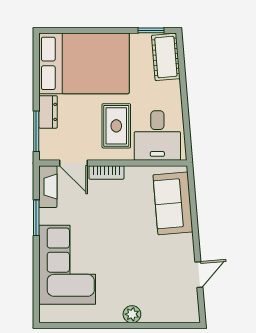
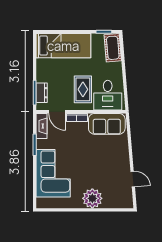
bed: (84, 63) -> (63, 46), width x0.67
dresser: (48, 112) -> (42, 93), moved
sofa: (173, 203) -> (107, 124), moved, turned -85
door: (199, 275) -> (133, 179), hinge flipped
plant: (132, 314) -> (92, 198), width x1.87, depth x1.87

